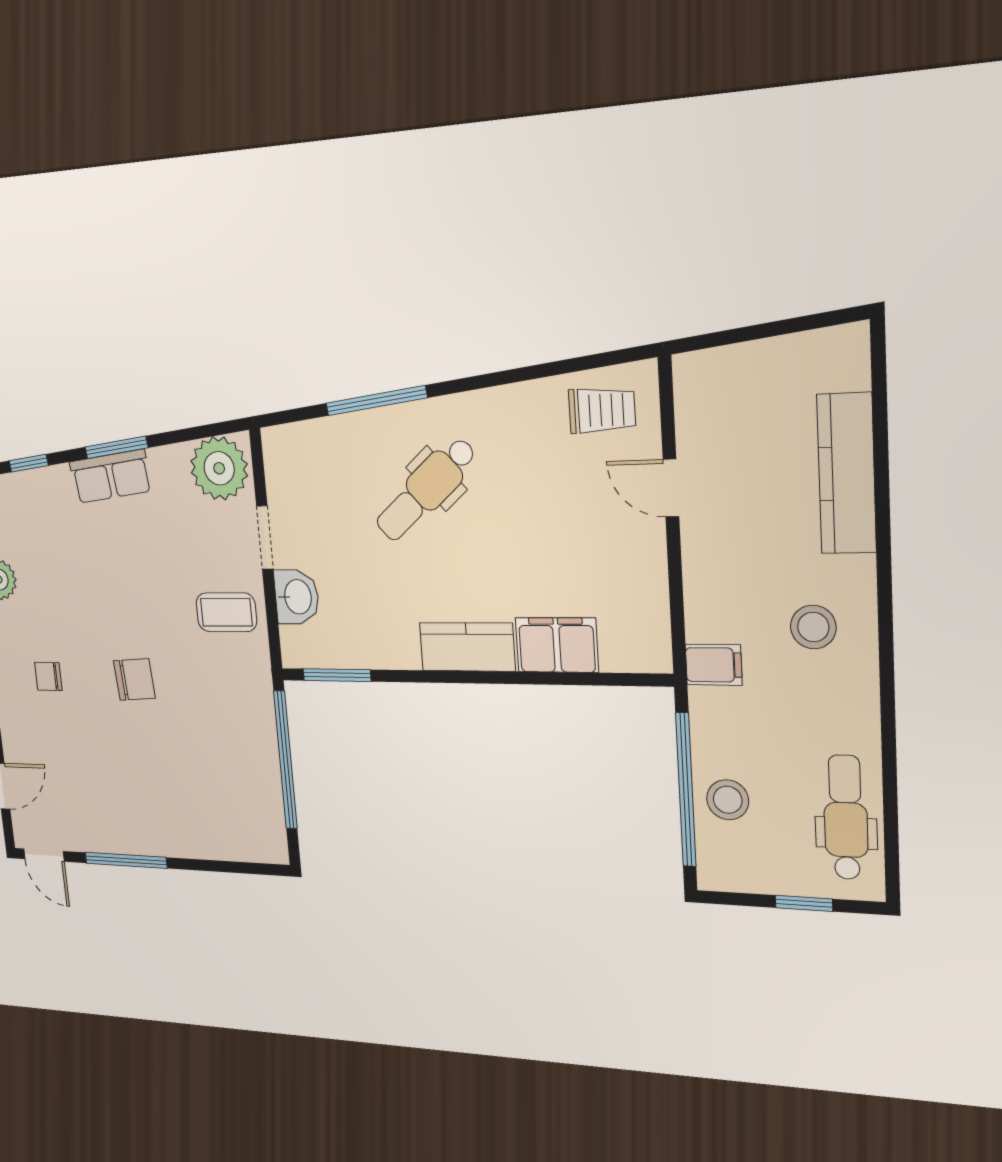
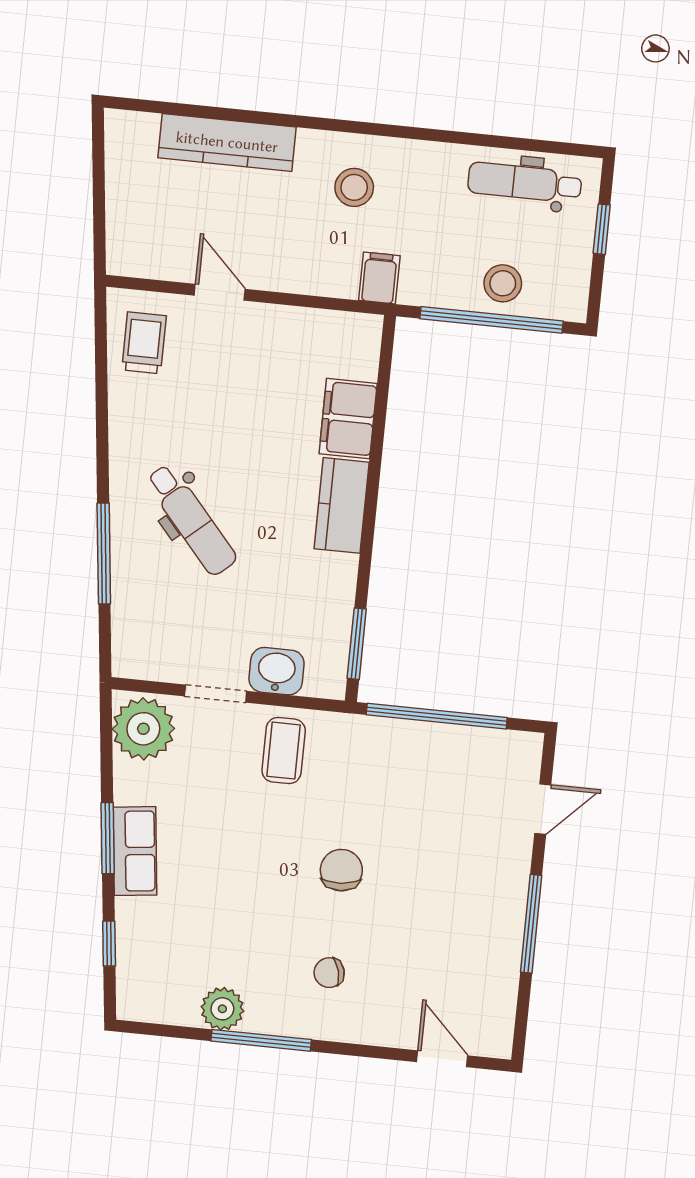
door: (671, 488) -> (220, 292), swing flipped
chair: (48, 676) -> (329, 973), turned 75
door: (44, 855) -> (543, 809), moved

